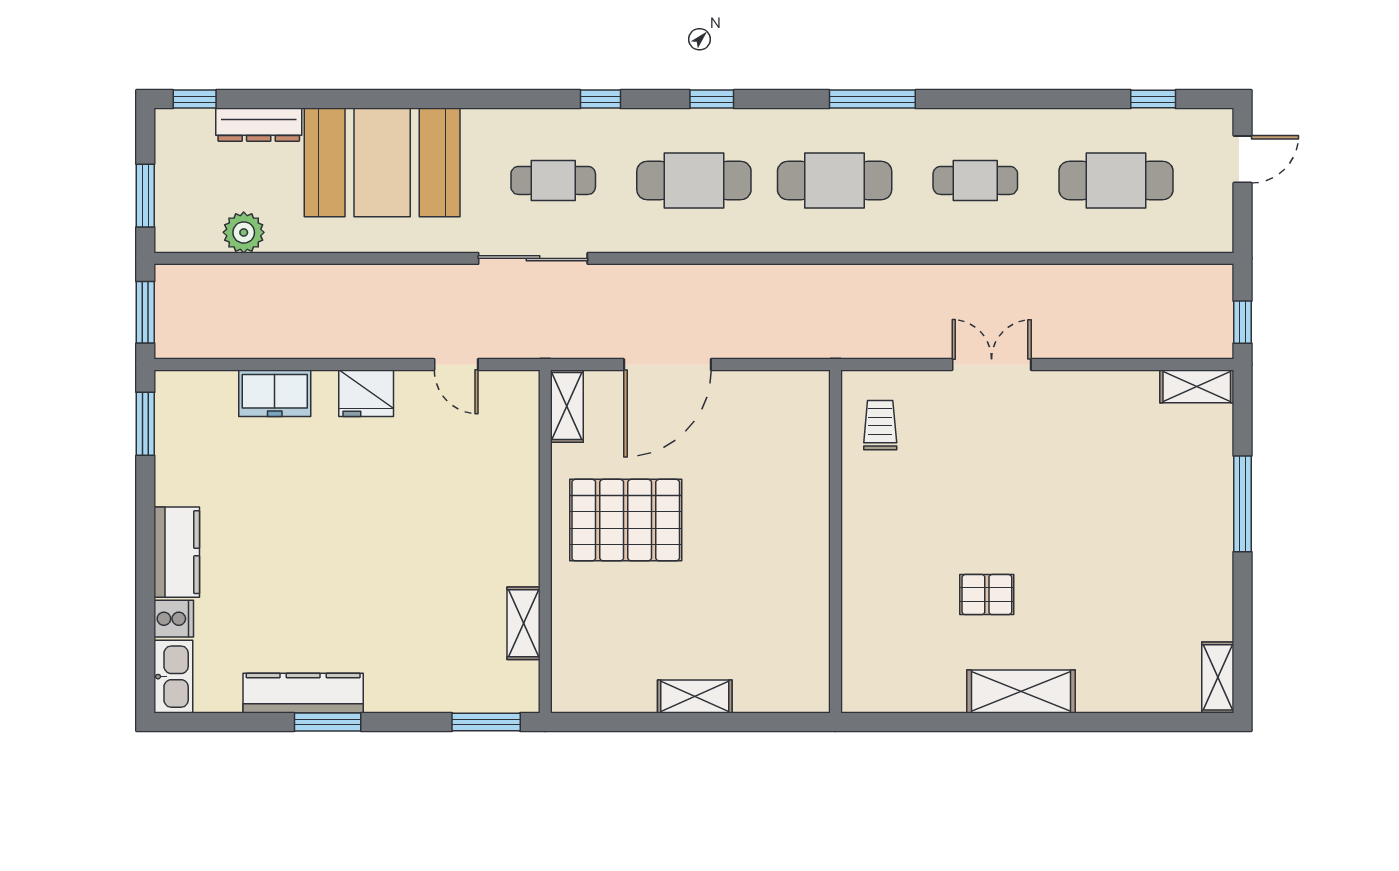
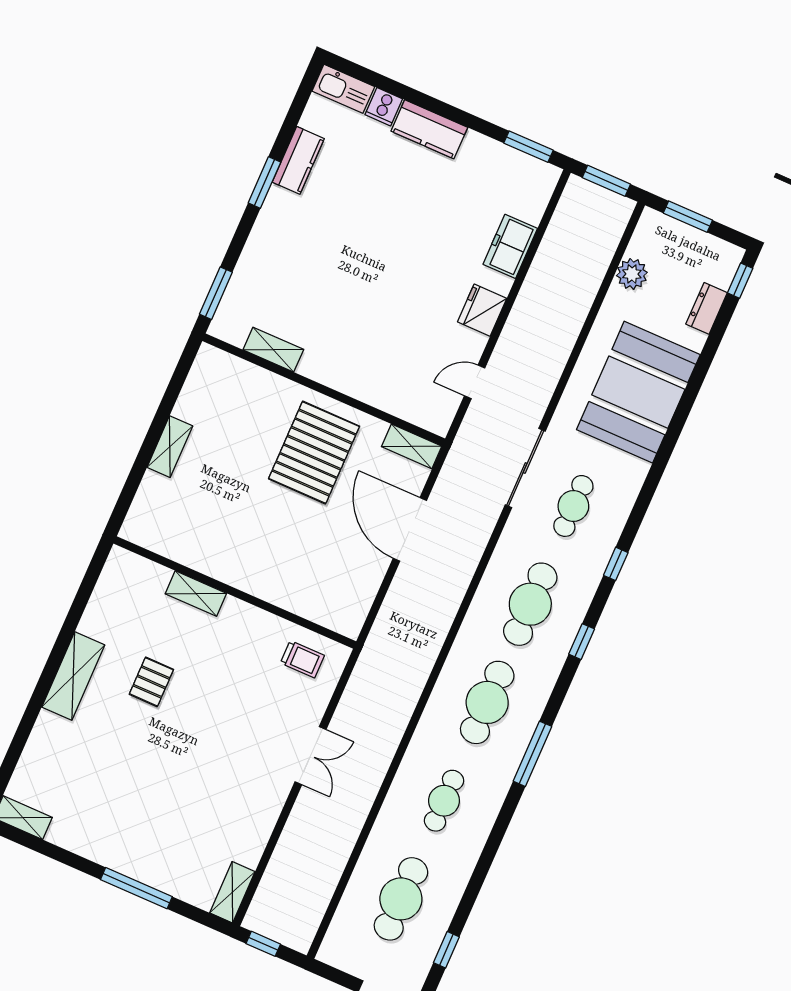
dresser: (259, 125) -> (707, 308), width x0.70
shelving: (857, 588) -> (196, 594), added
kitchen counter: (303, 693) -> (298, 160), width x0.67

